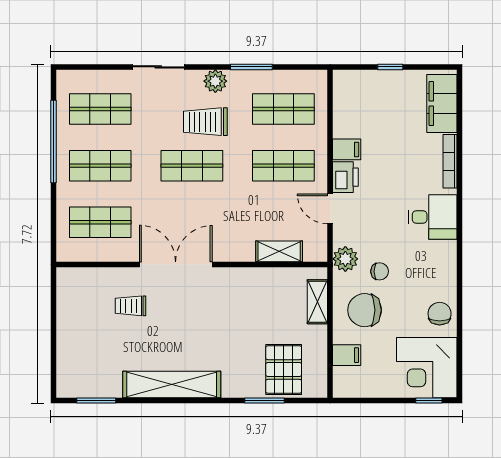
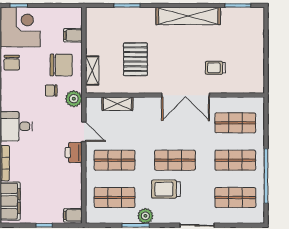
plant: (215, 81) -> (145, 216), moved
trolley: (205, 122) -> (166, 189), turned 180
filing cabinet: (347, 149) -> (73, 215), moved
trolley: (131, 306) -> (215, 68), turned 180
pallet: (284, 369) -> (135, 59), moved

